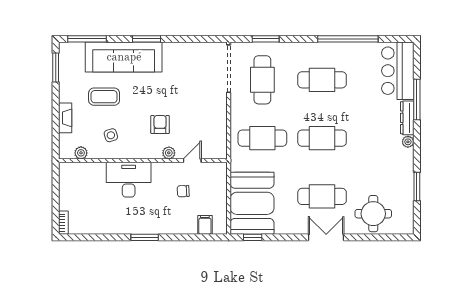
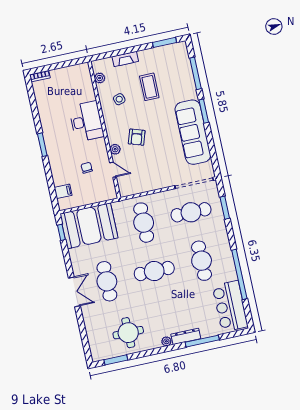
window: (87, 39) -> (196, 73), moved
sofa: (124, 57) -> (193, 132), moved
bar counter: (398, 71) -> (230, 306), moved, turned -90
armchair: (160, 124) -> (137, 137), turned 108
cafe table: (322, 138) -> (154, 271), turned 90
window: (417, 187) -> (116, 360), moved
round table: (373, 214) -> (128, 333), moved

